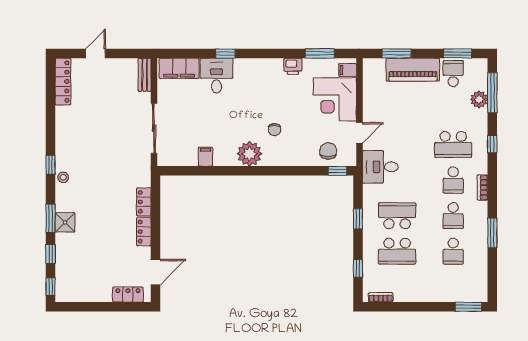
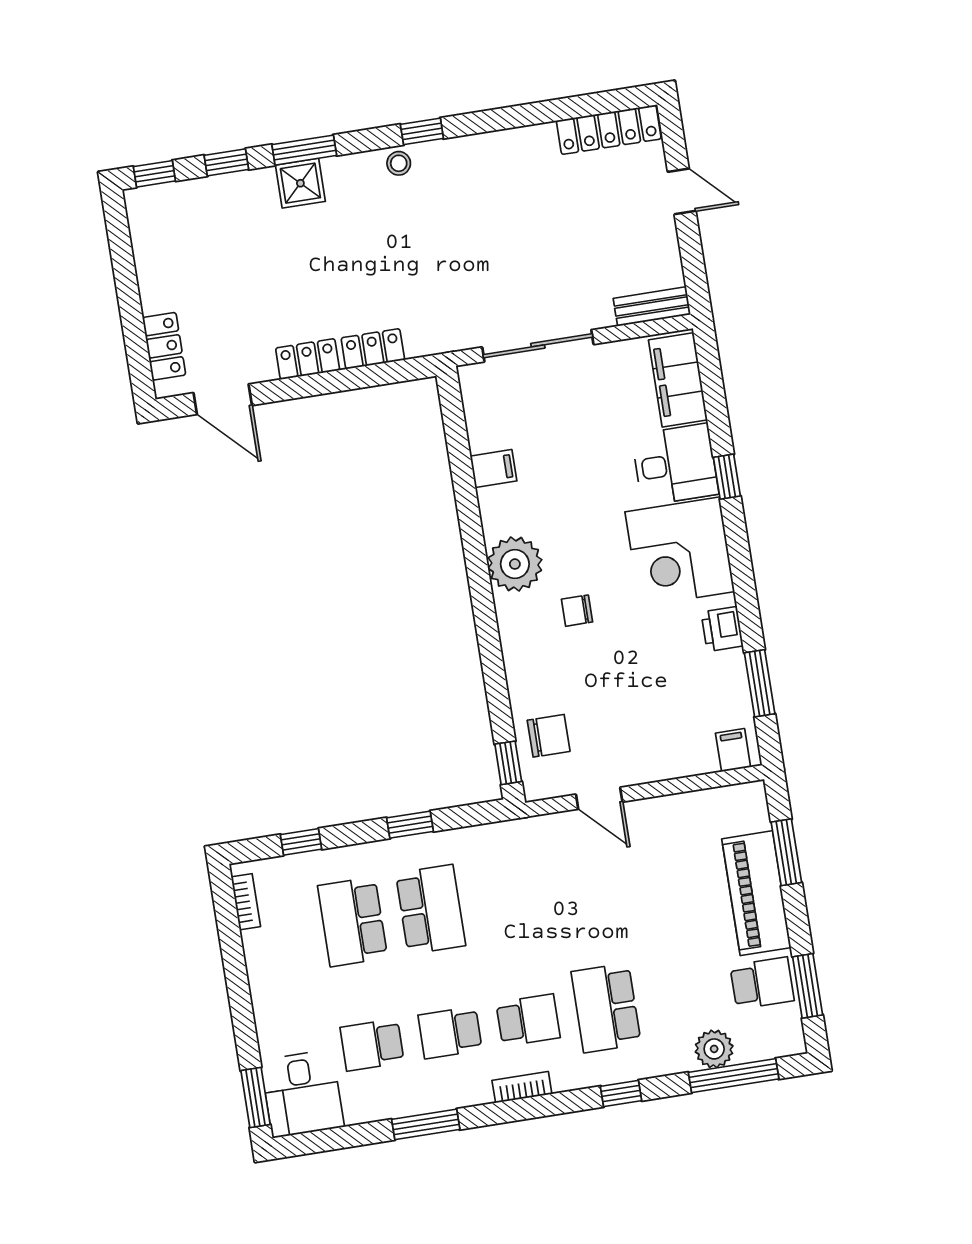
corner desk: (335, 99) -> (680, 552), moved, turned -90
desk: (380, 167) -> (302, 1094), moved, turned 180
school desk: (453, 180) -> (528, 1020), turned 180

